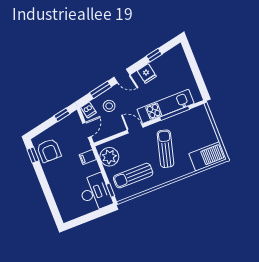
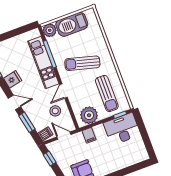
door: (122, 76) -> (14, 102), hinge flipped
stool: (109, 106) -> (55, 111), moved
plant: (200, 113) -> (50, 30), added
barbecue: (208, 156) -> (72, 24), moved, turned -90

